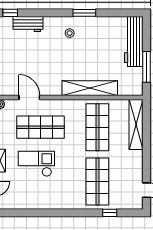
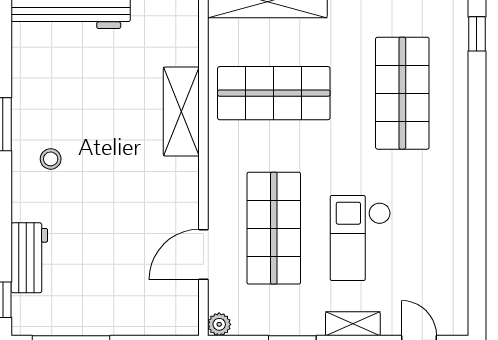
shelving: (90, 88) -> (181, 112), width x0.68
shop shelf: (97, 181) -> (402, 93), turned 90
window: (110, 213) -> (477, 34), moved

